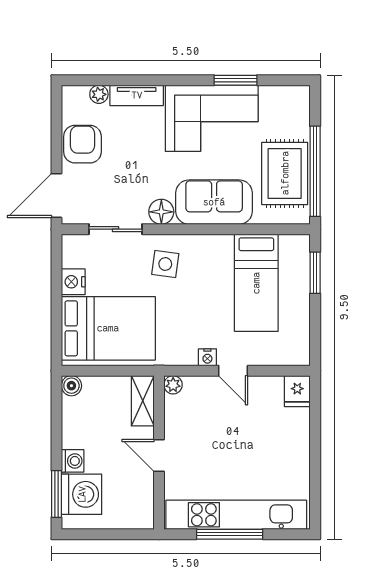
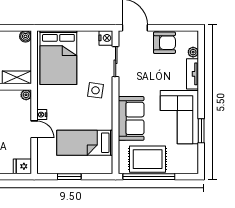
floor lamp: (161, 212) -> (126, 88), removed
window: (315, 273) -> (69, 177), moved
nightstand: (73, 282) -> (106, 38), moved, turned 90
door: (233, 371) -> (34, 129), swing flipped

